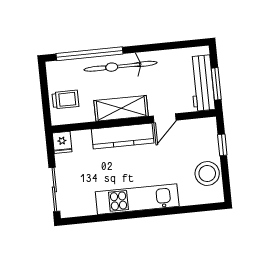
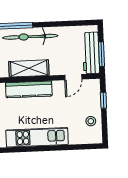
door: (165, 118) -> (73, 77), moved
stool: (207, 173) -> (91, 121), width x0.53, depth x0.53

